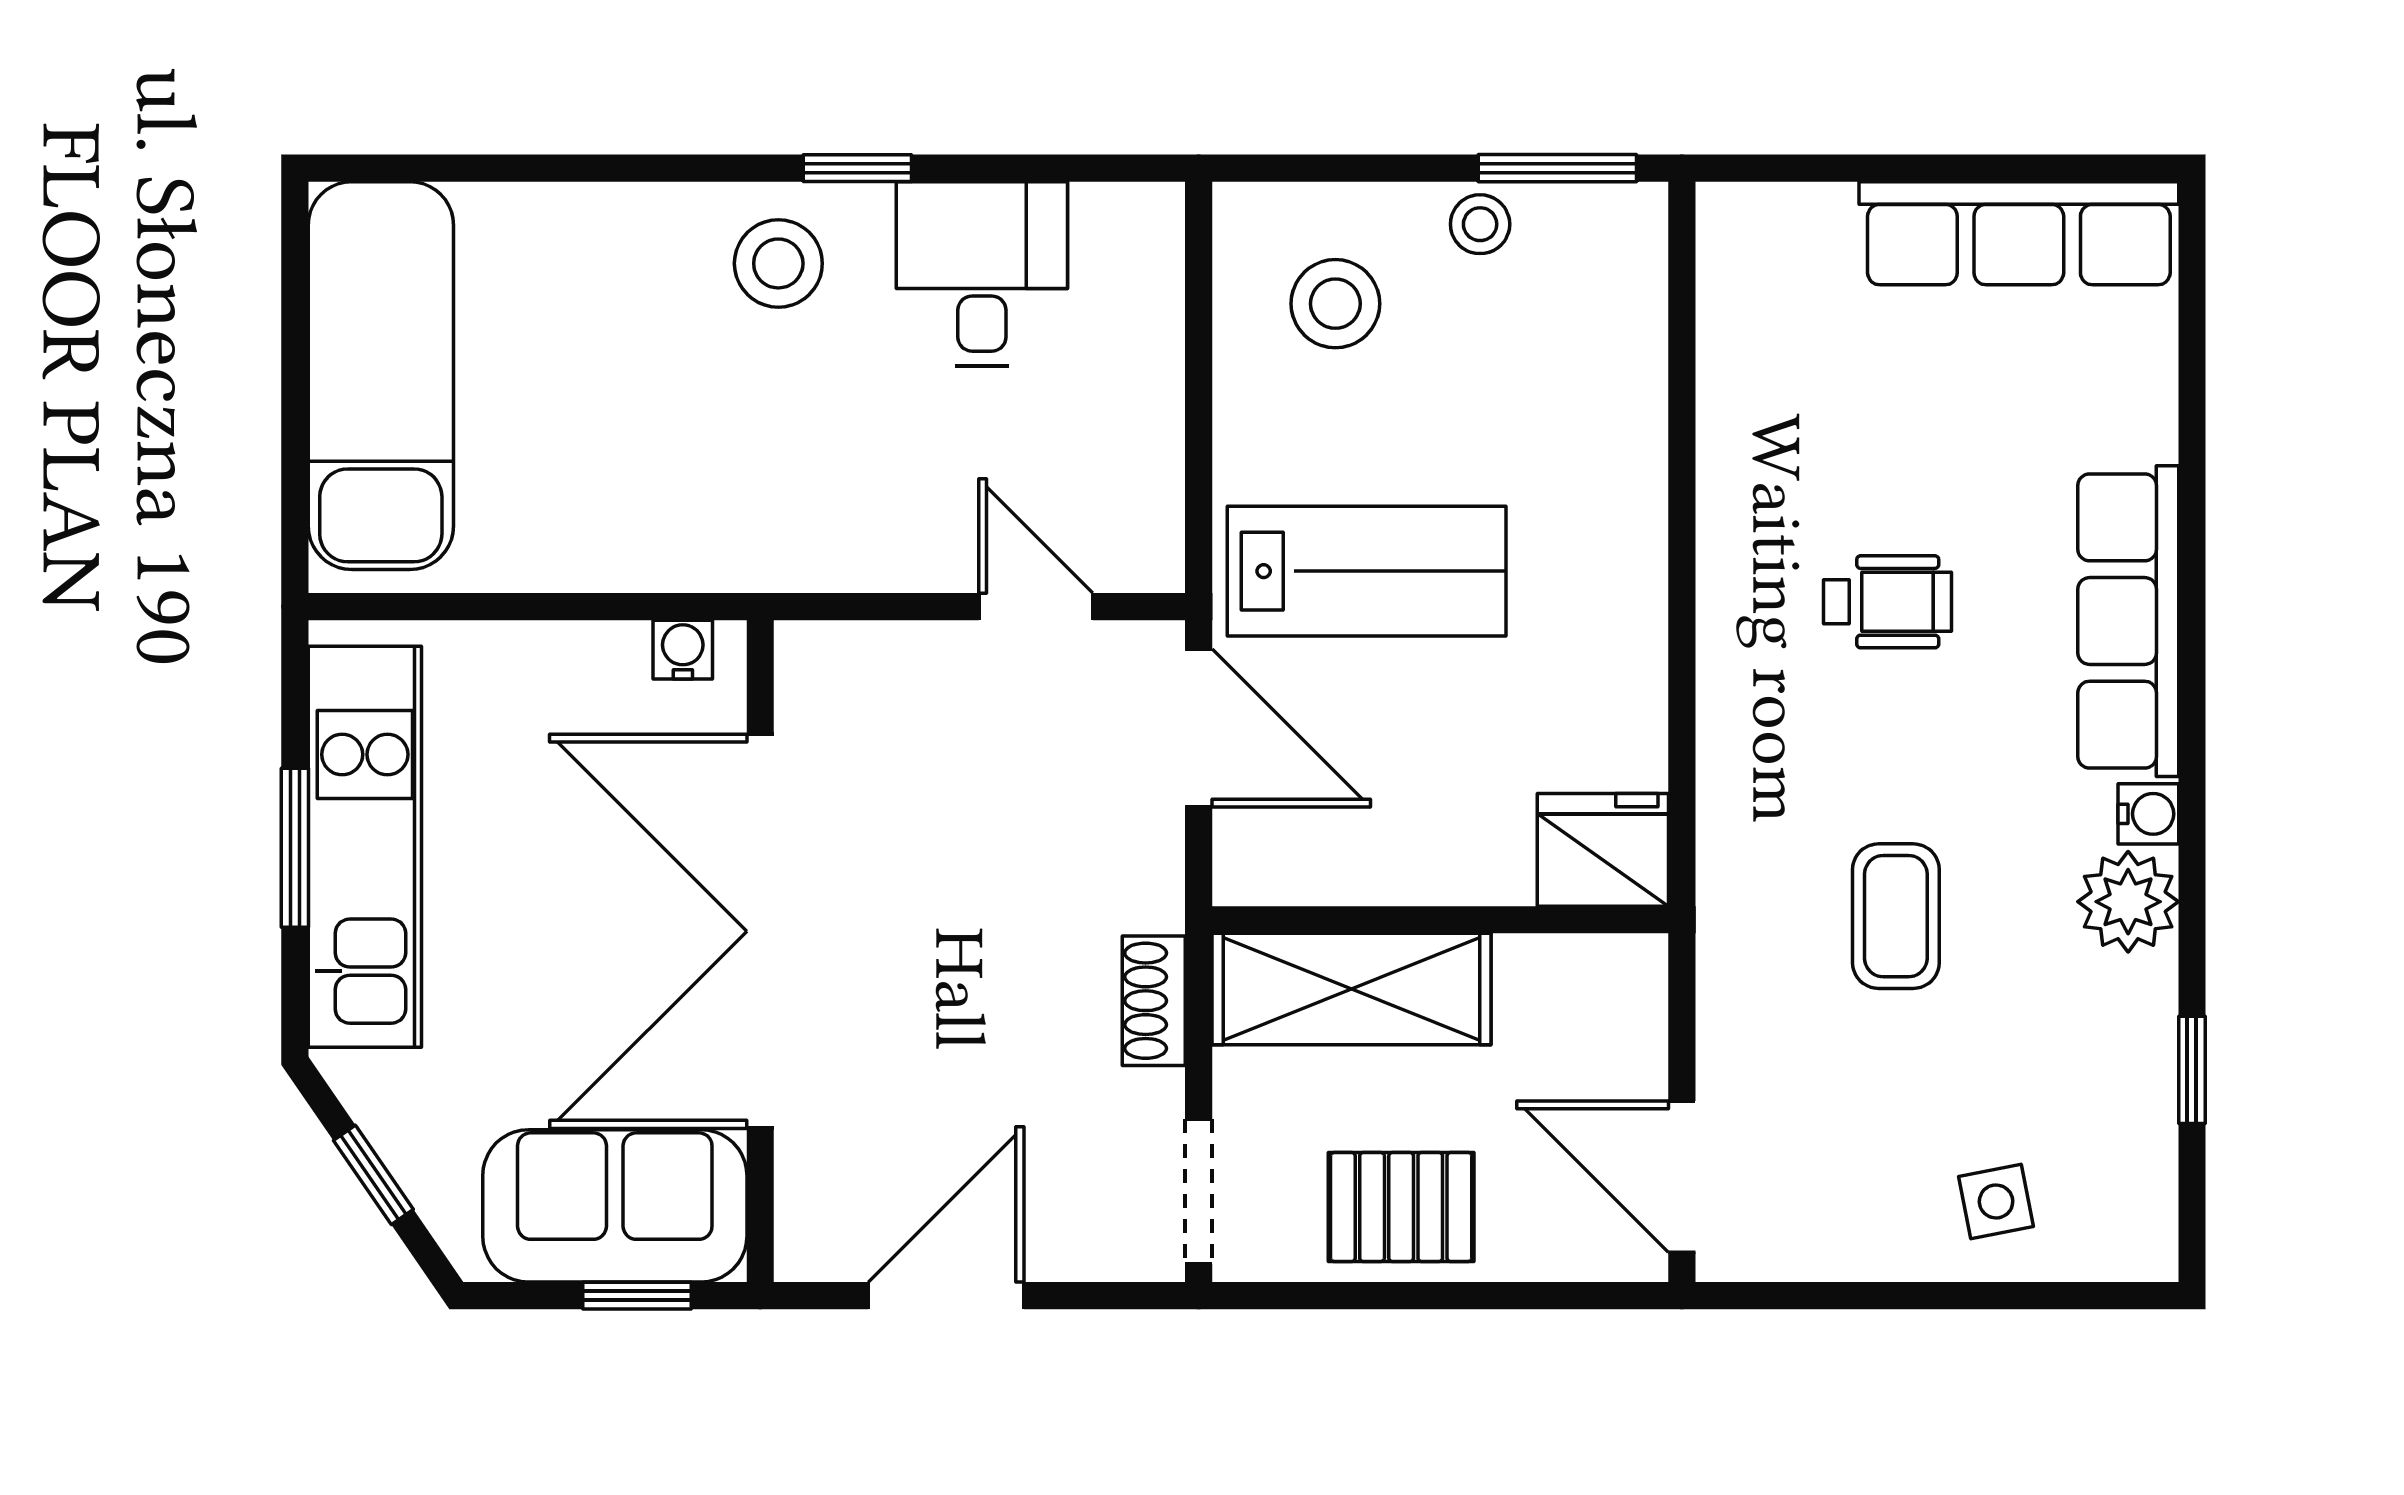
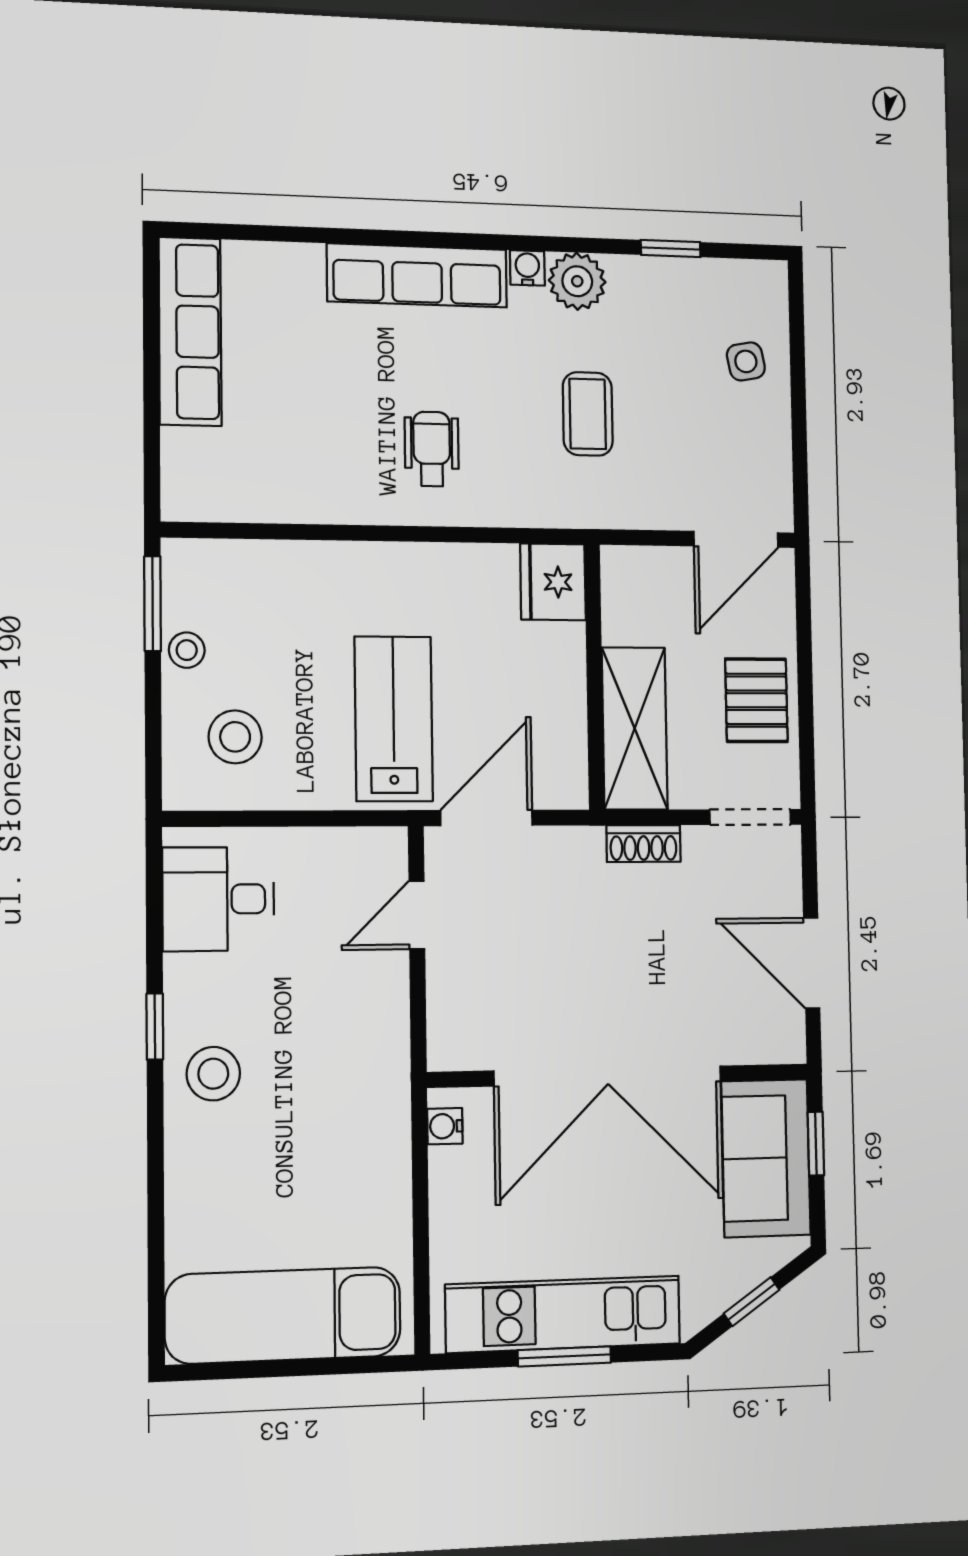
desk: (982, 274) -> (218, 899), moved
wheelchair: (1888, 602) -> (432, 449), moved
coffee table: (1896, 916) -> (588, 414), turned 90

